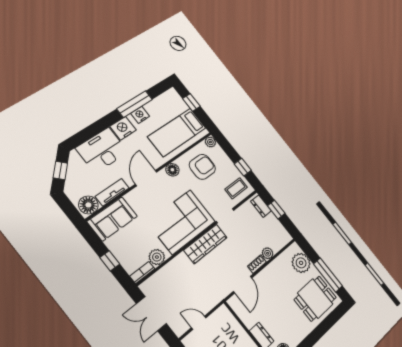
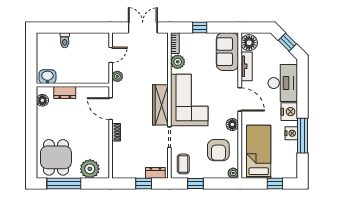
plant: (268, 253) -> (117, 76), moved

